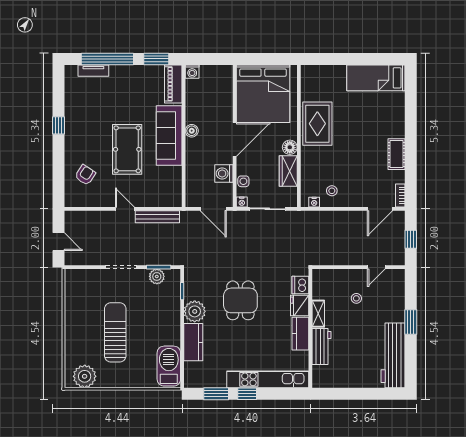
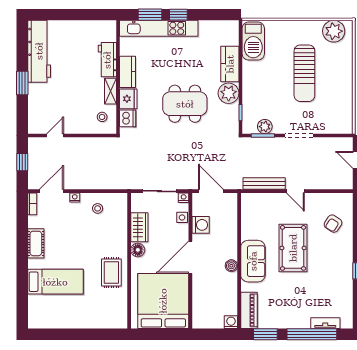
bed: (376, 78) -> (55, 282), moved
rug: (317, 124) -> (111, 272), width x0.73, depth x0.70
sofa: (169, 136) -> (253, 261), width x0.73
nightstand: (314, 202) -> (75, 198), moved
stool: (356, 298) -> (102, 117), moved
dining table: (240, 300) -> (185, 104), width x1.38
window: (216, 394) -> (150, 15), moved

